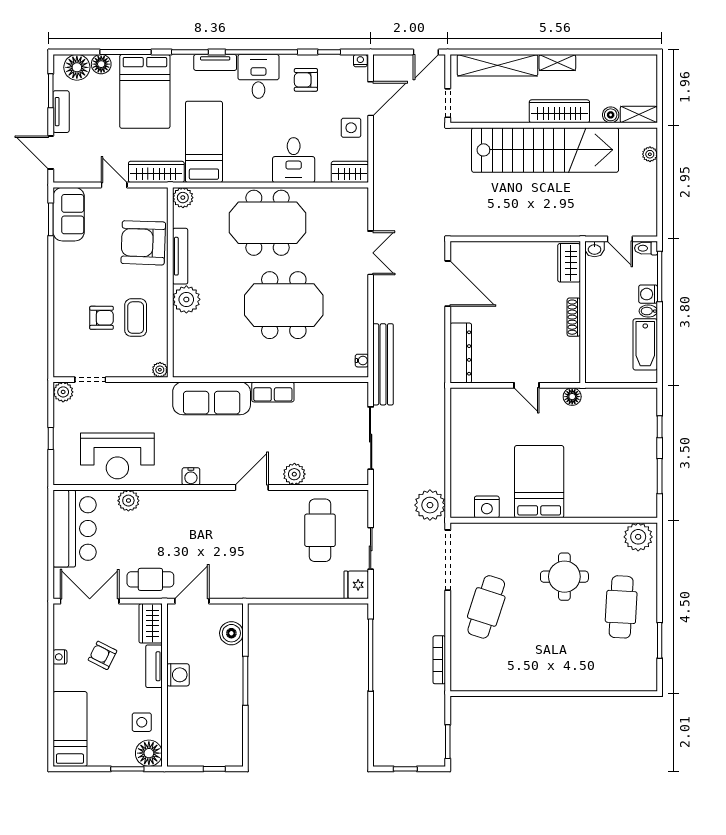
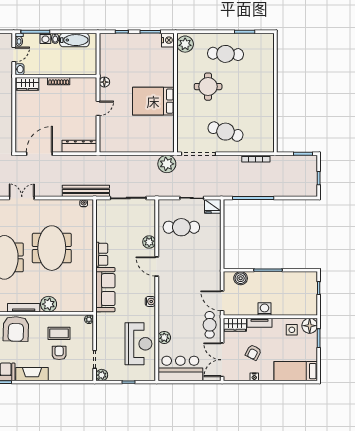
fireplace: (65, 271) -> (32, 374), added
nightstand: (487, 507) -> (168, 40), moved

